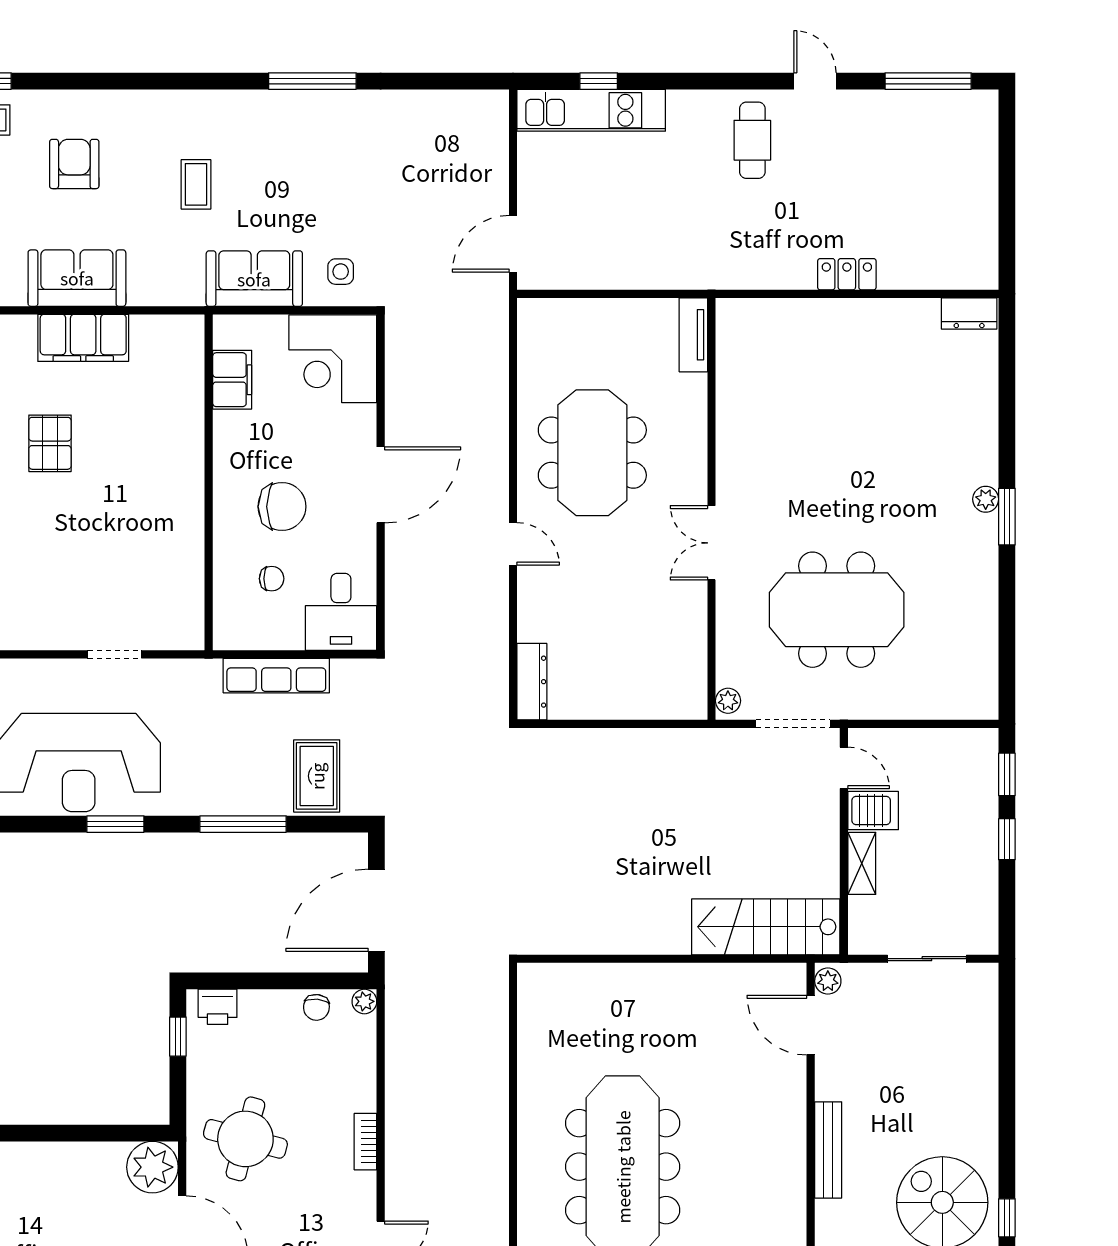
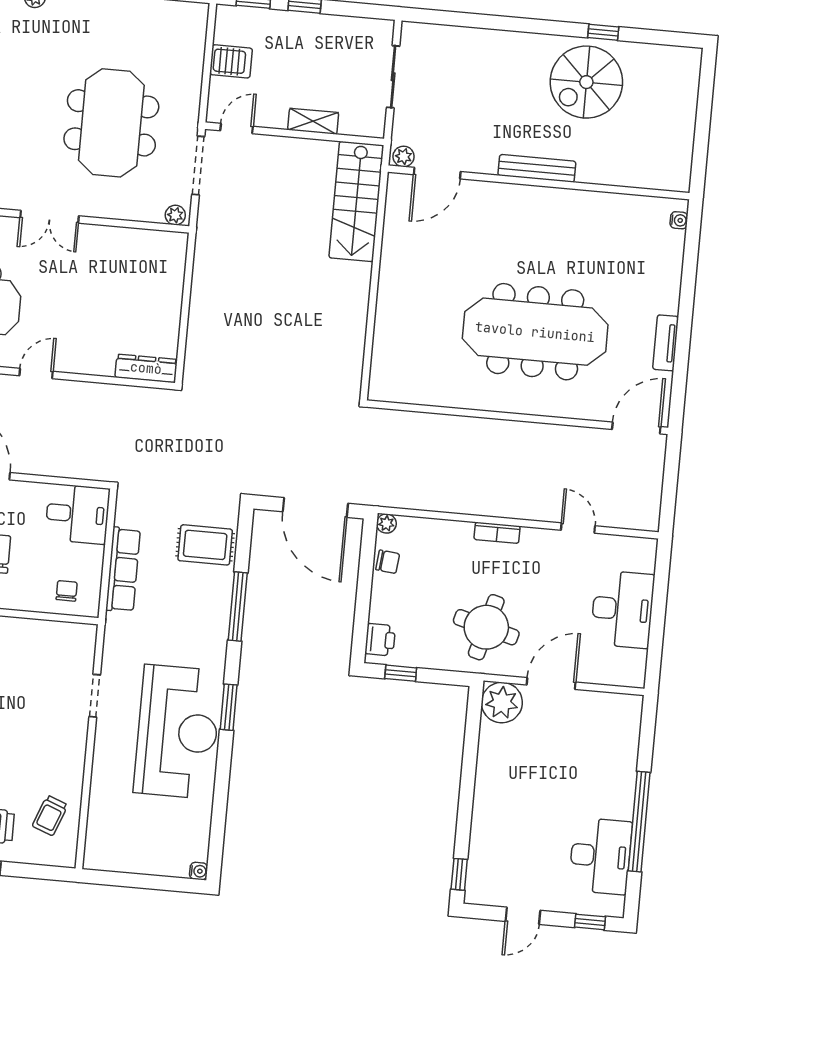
chair: (272, 579) -> (67, 591), moved
server rack: (873, 811) -> (231, 61), moved, turned 90

